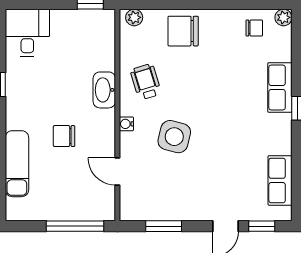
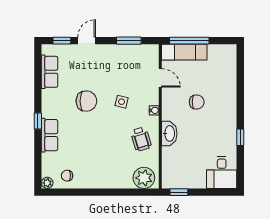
plant: (134, 17) -> (144, 178), width x1.87, depth x1.87
chair: (183, 31) -> (86, 101), moved
side table: (174, 137) -> (122, 102), width x0.54, depth x0.54
exam couch: (17, 164) -> (184, 52), moved, turned -90

